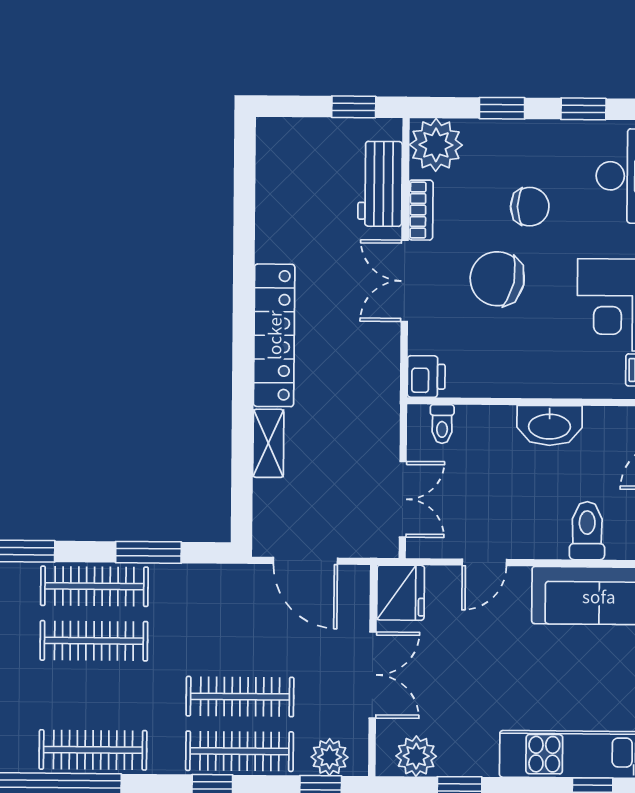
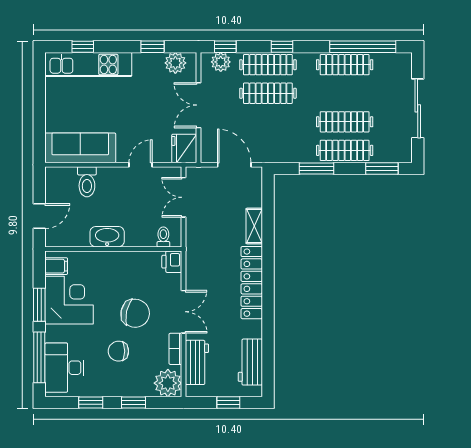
window: (354, 107) -> (228, 403), moved
workbench: (278, 184) -> (250, 362), added

